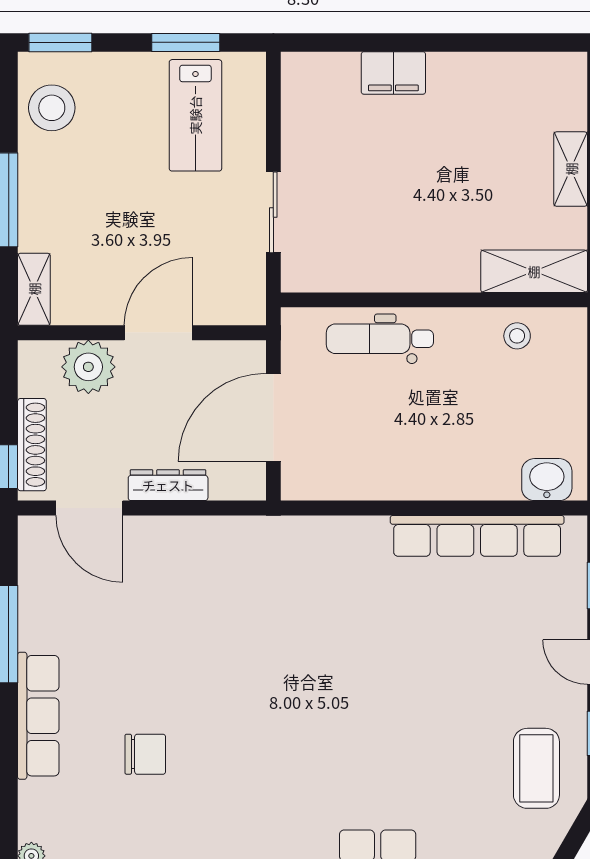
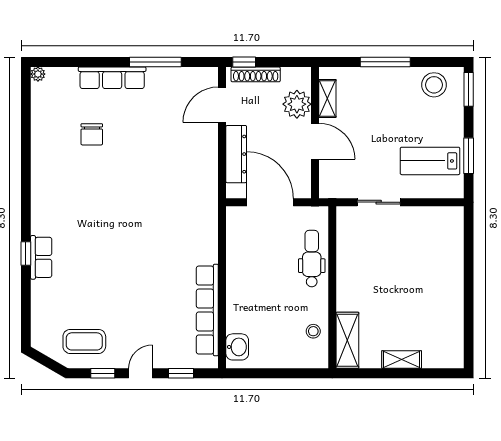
filing cabinet: (393, 73) -> (452, 266), removed
shelving: (34, 289) -> (327, 98), moved, turned 90
dresser: (168, 485) -> (236, 154), width x1.37, depth x1.24

